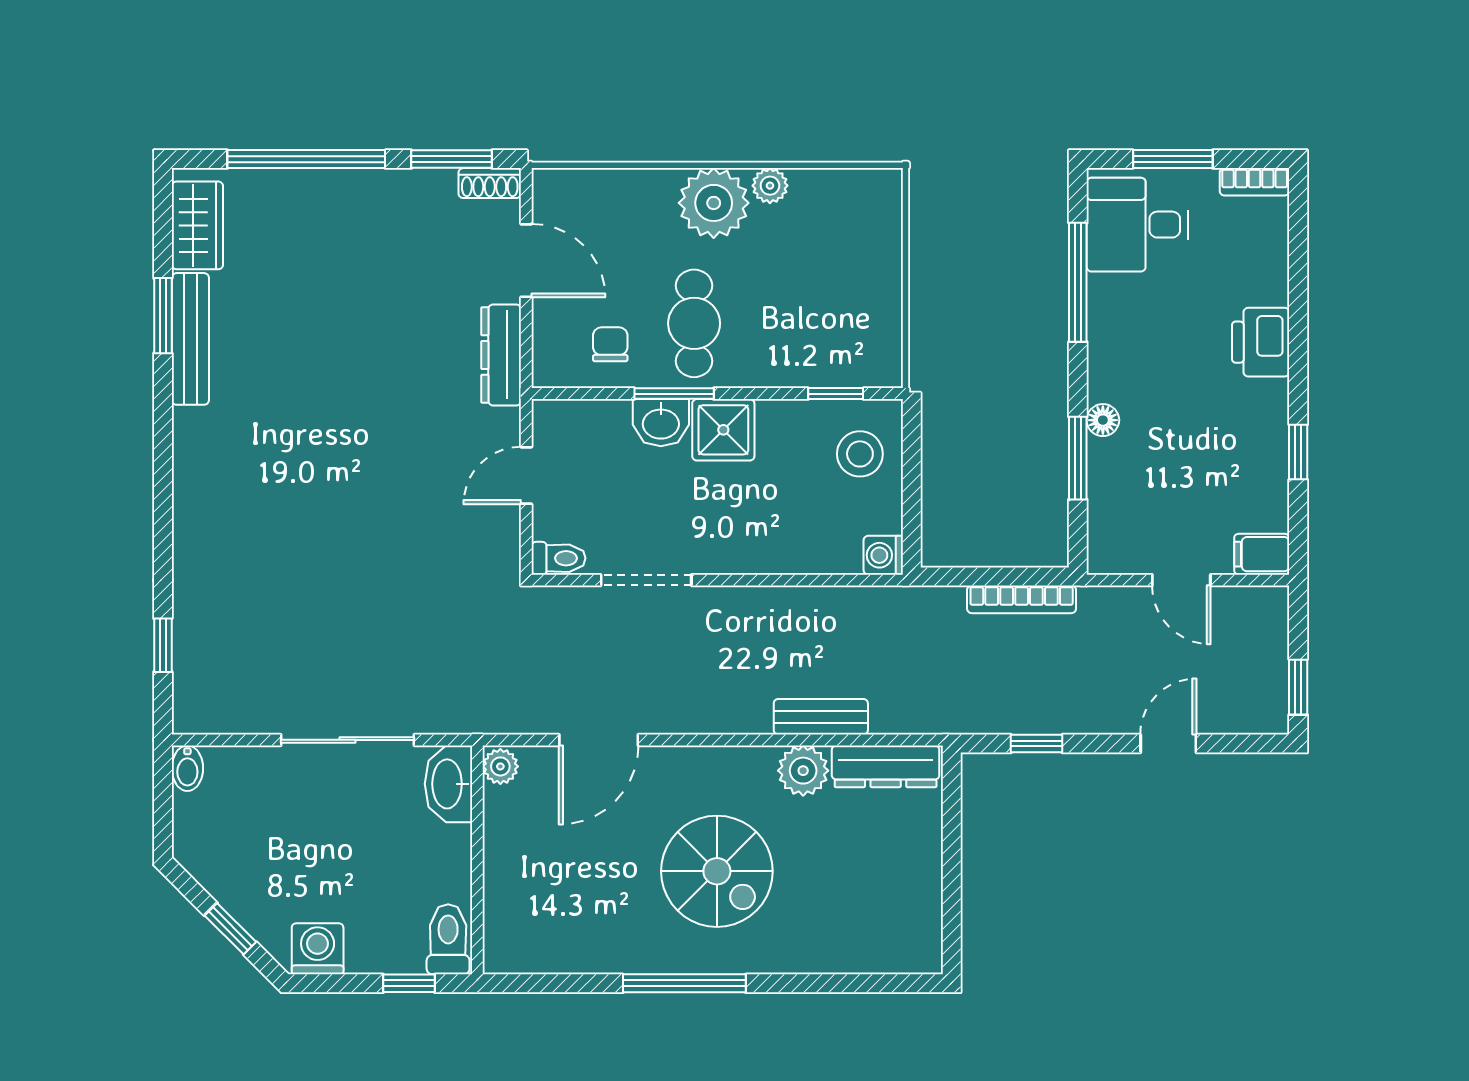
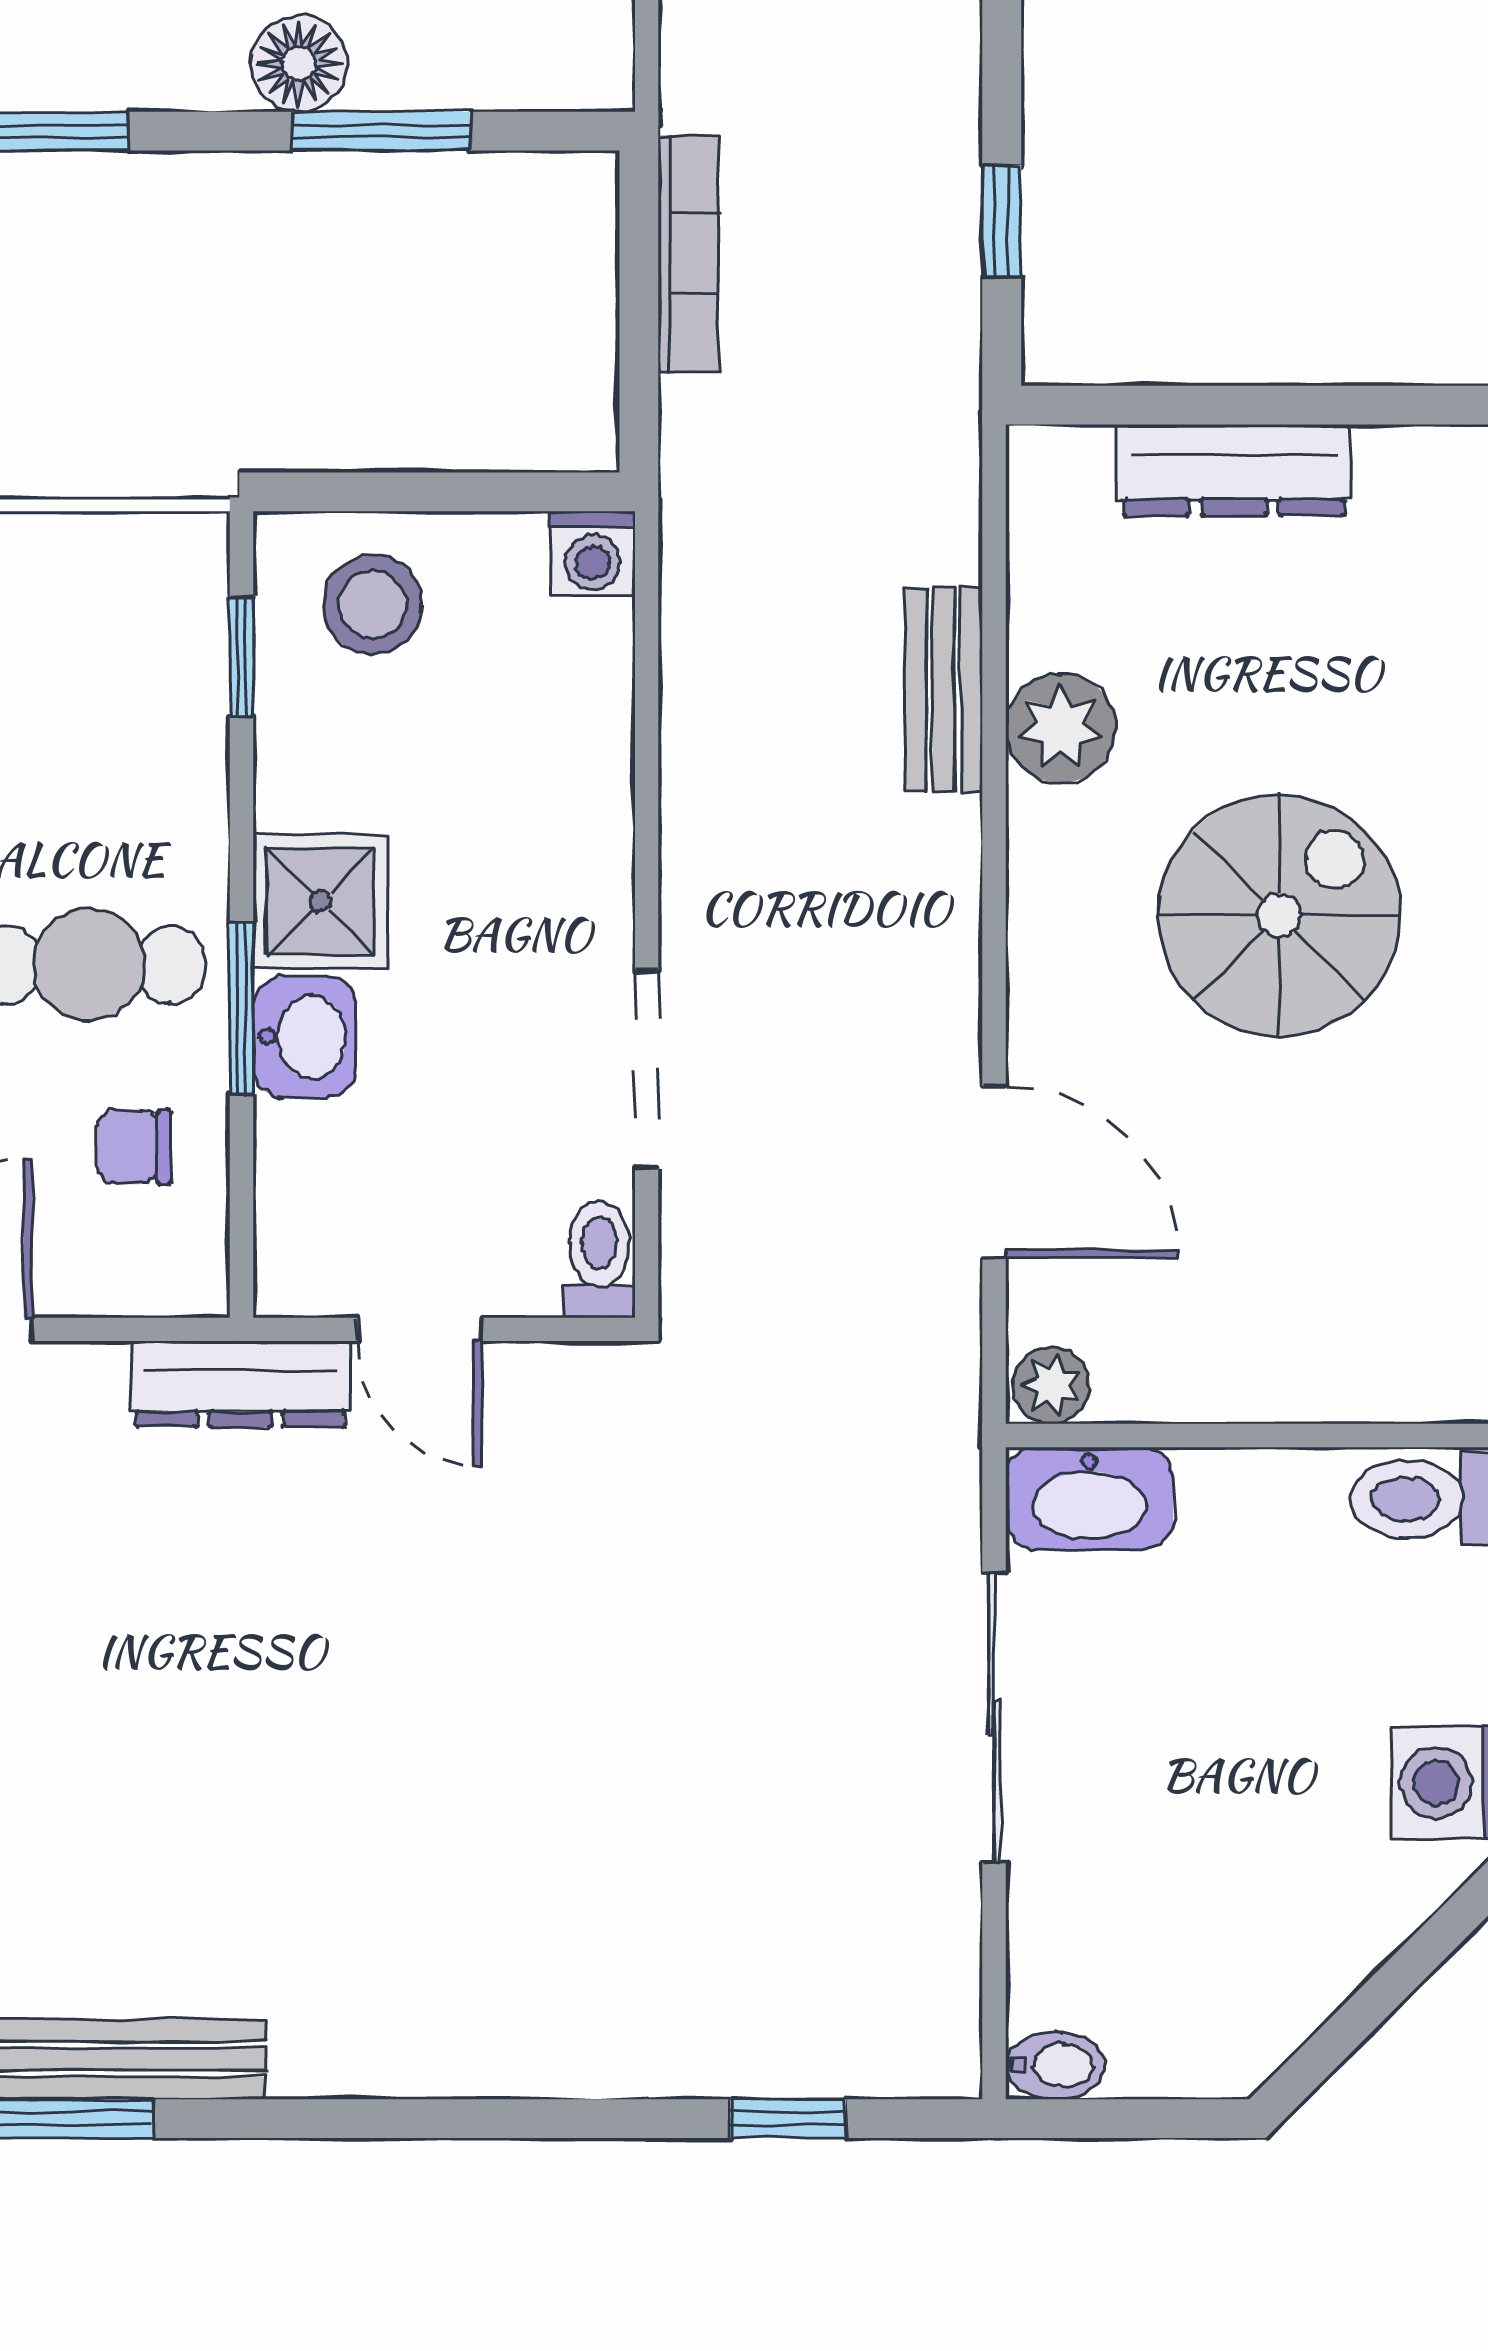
dresser: (501, 355) -> (240, 1384), moved
floor lamp: (1103, 420) -> (299, 64), width x1.37, depth x1.37
dresser: (886, 766) -> (1234, 470), moved, turned 90
window: (230, 929) -> (1404, 1972), removed

